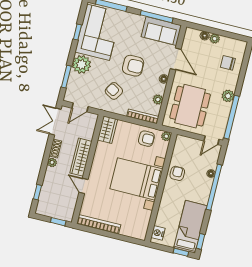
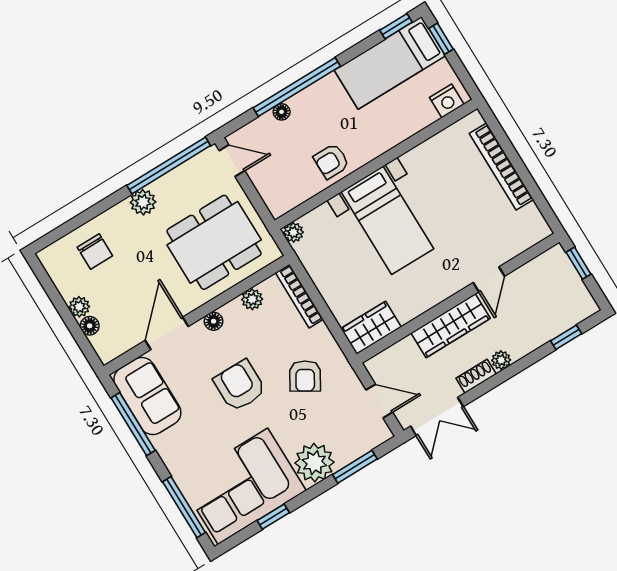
armchair: (146, 139) -> (326, 258), removed
bed with nightstands: (136, 179) -> (387, 220), width x0.73
bookcase: (99, 224) -> (501, 166), moved

